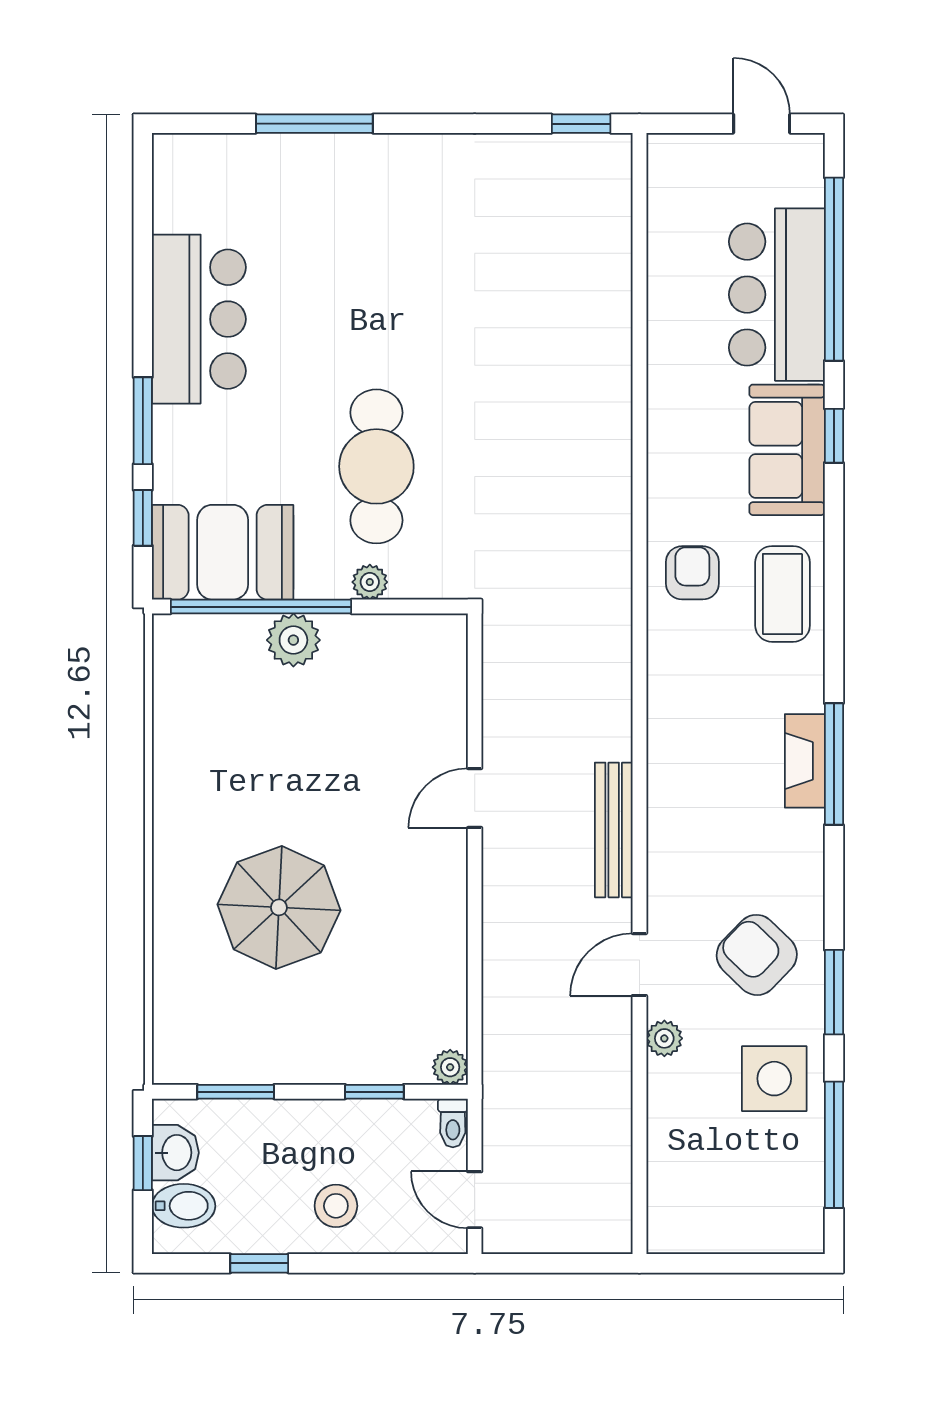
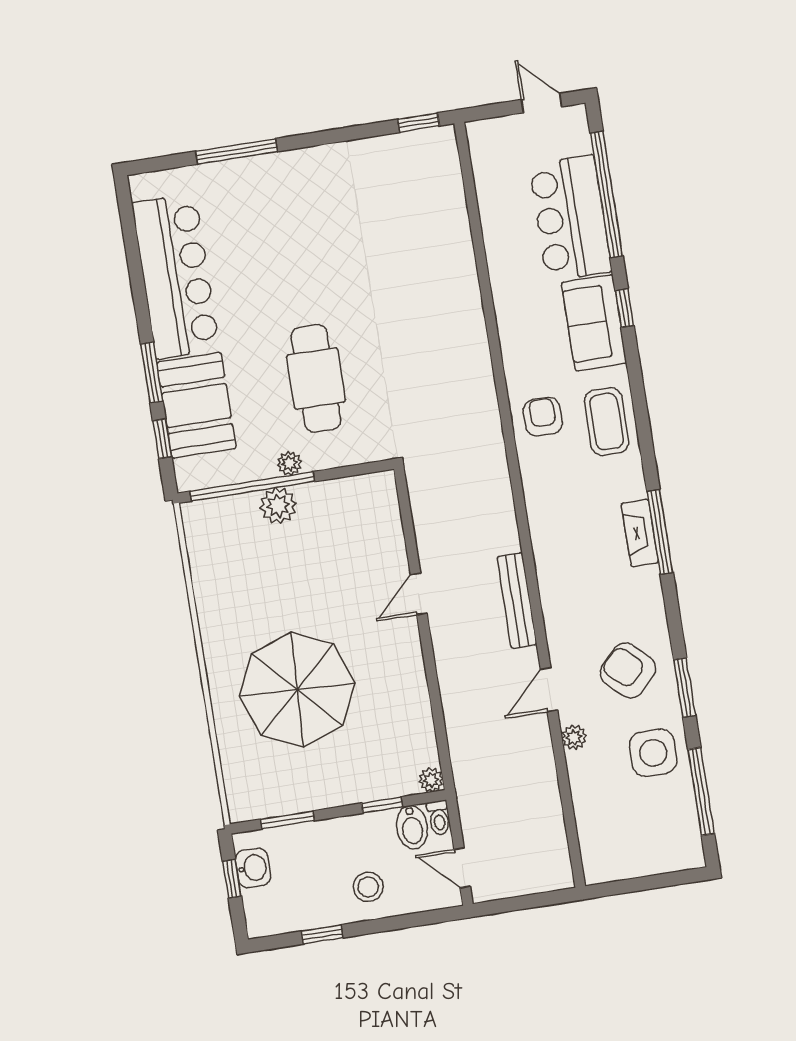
bar counter: (199, 319) -> (176, 276), width x1.36
booth: (223, 552) -> (196, 405), moved, turned 90
plant: (370, 582) -> (289, 463), moved
parasol: (279, 907) -> (297, 690), width x1.36, depth x1.36
bidet: (184, 1206) -> (412, 827), moved, turned 90

